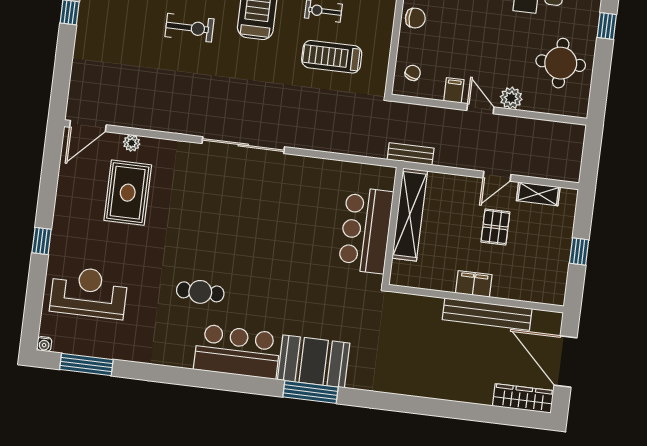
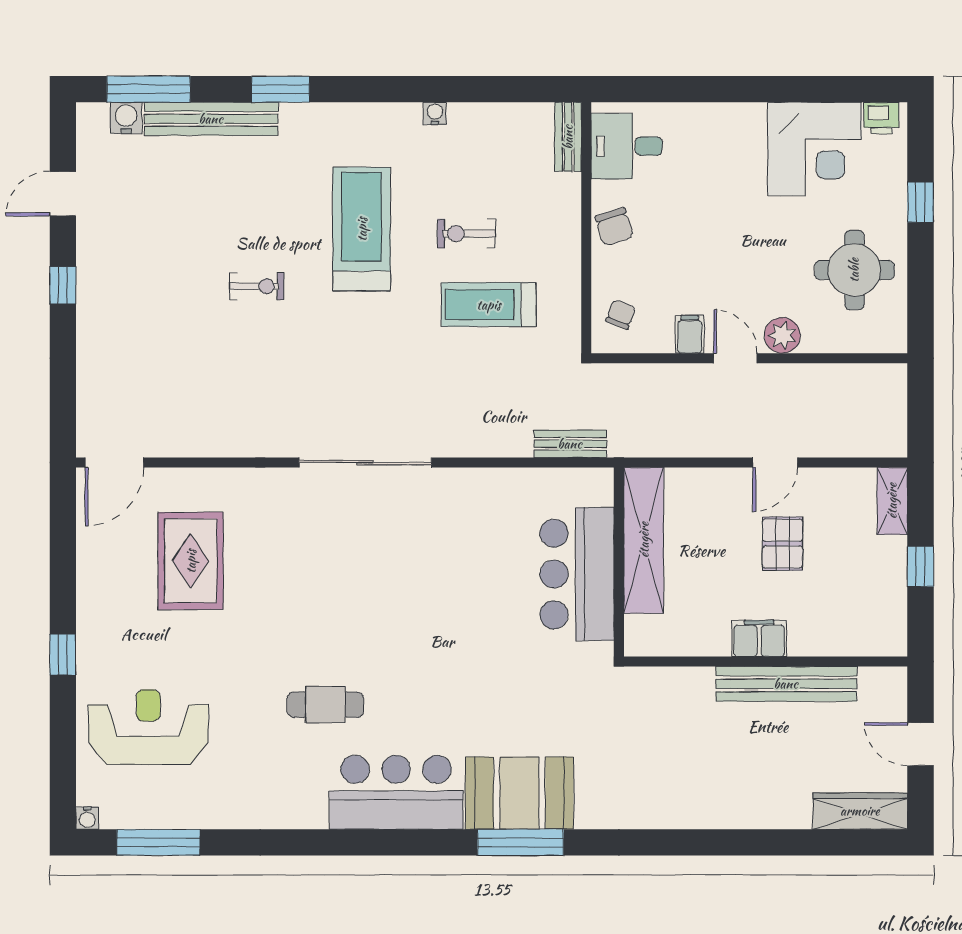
chair: (415, 18) -> (614, 227), turned 73
exercise bike: (190, 28) -> (257, 286), width x0.73, depth x0.72
plant: (132, 143) -> (187, 481), removed
bench: (411, 154) -> (570, 444), moved
shelving: (538, 194) -> (892, 501), moved, turned 90
door: (566, 362) -> (920, 744), width x0.53

